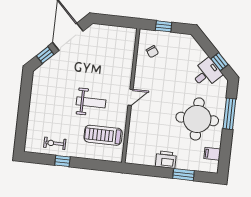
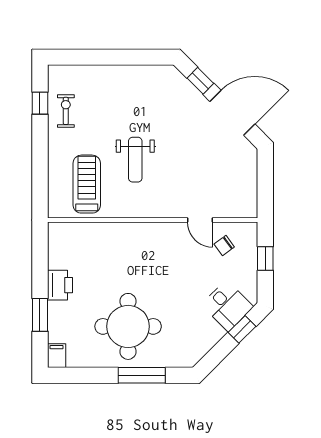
window: (220, 62) -> (242, 329), moved
desk: (207, 73) -> (227, 306), moved
door: (131, 97) -> (200, 220), moved
filing cabinet: (212, 154) -> (57, 356), moved
window: (62, 161) -> (40, 103), moved

